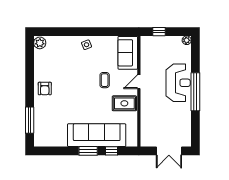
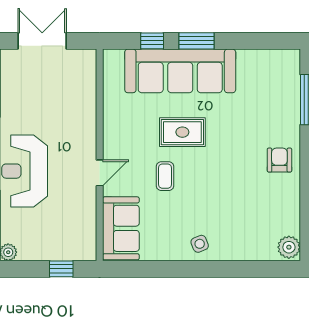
rug: (124, 103) -> (182, 132), moved

